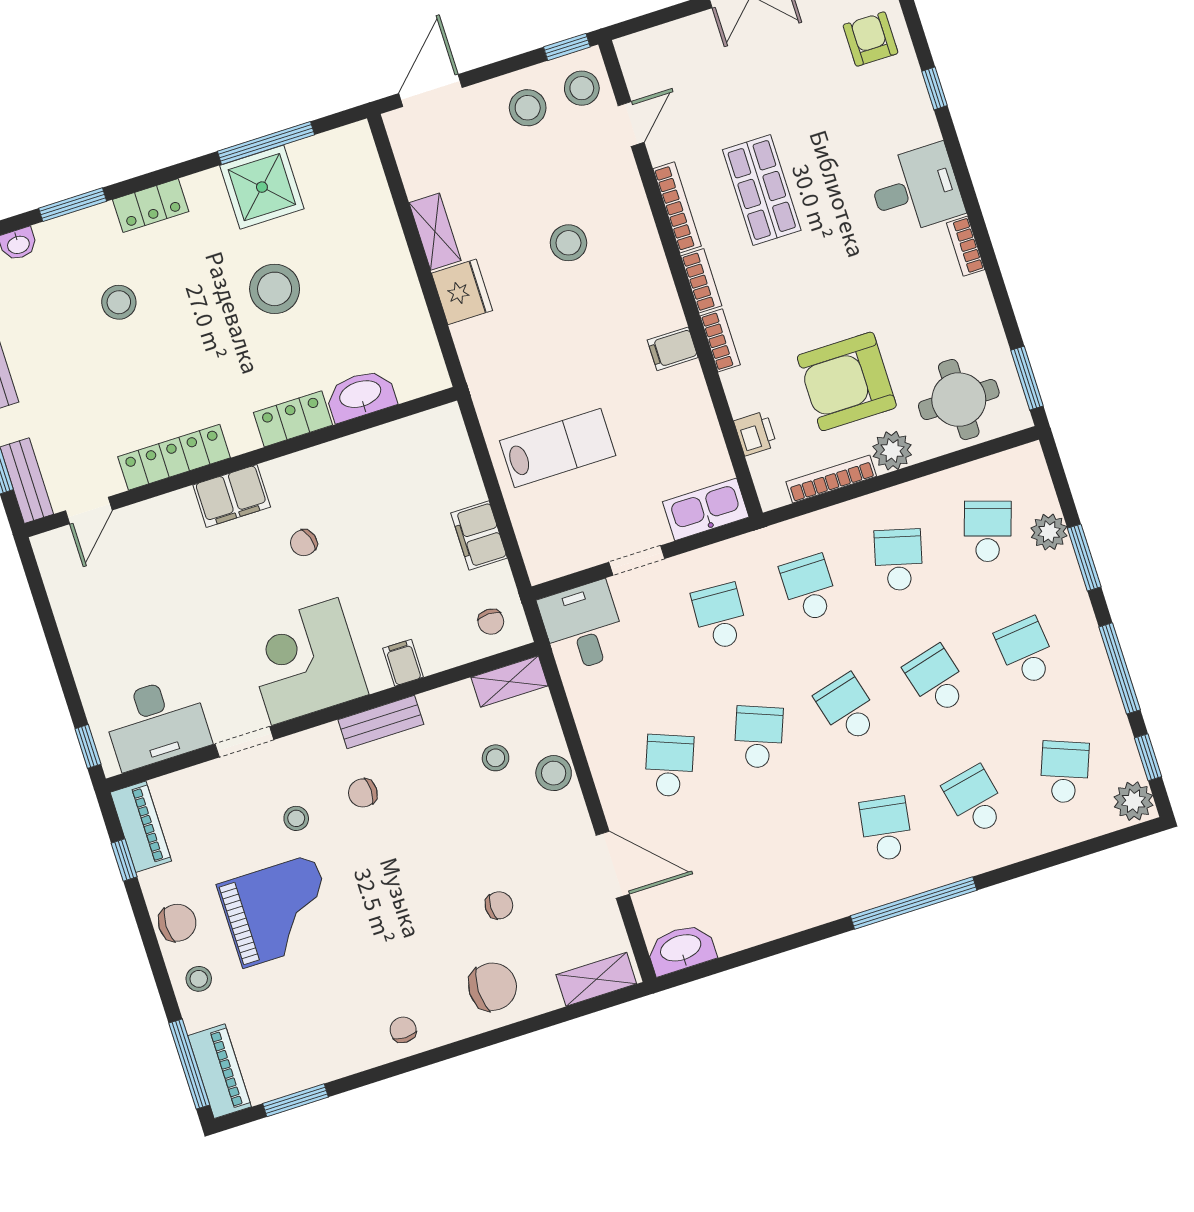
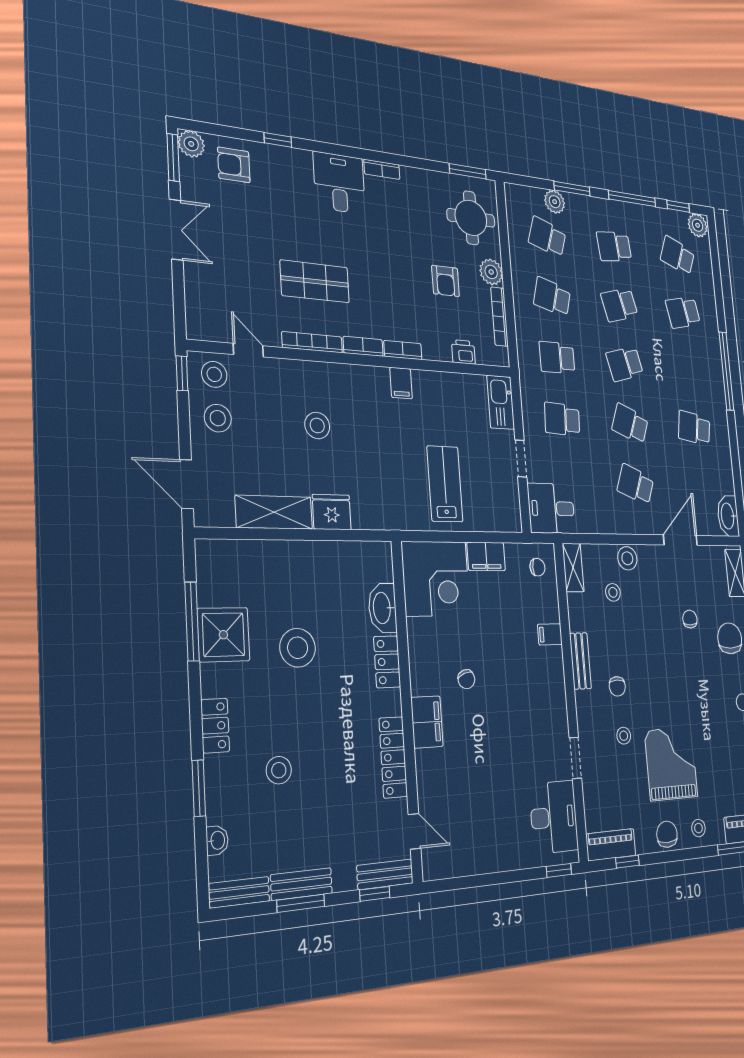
shelving: (435, 232) -> (274, 512), width x1.50, depth x1.33
armchair: (847, 381) -> (445, 281), width x0.53, depth x0.53
corner desk: (305, 661) -> (436, 579), moved, turned -90
school desk: (886, 829) -> (694, 428), moved

